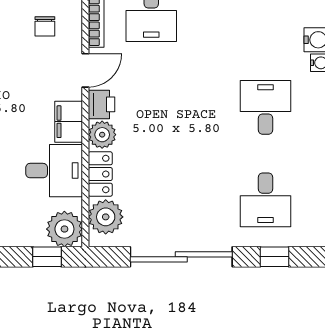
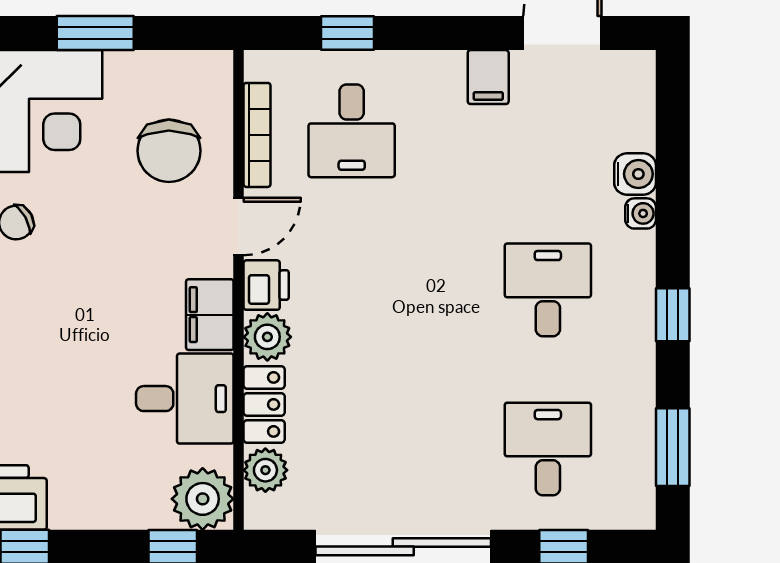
chair: (45, 26) -> (169, 151), width x1.87, depth x1.87
desk: (265, 200) -> (548, 449), turned 180
plant: (106, 217) -> (265, 470), width x0.73, depth x0.73

